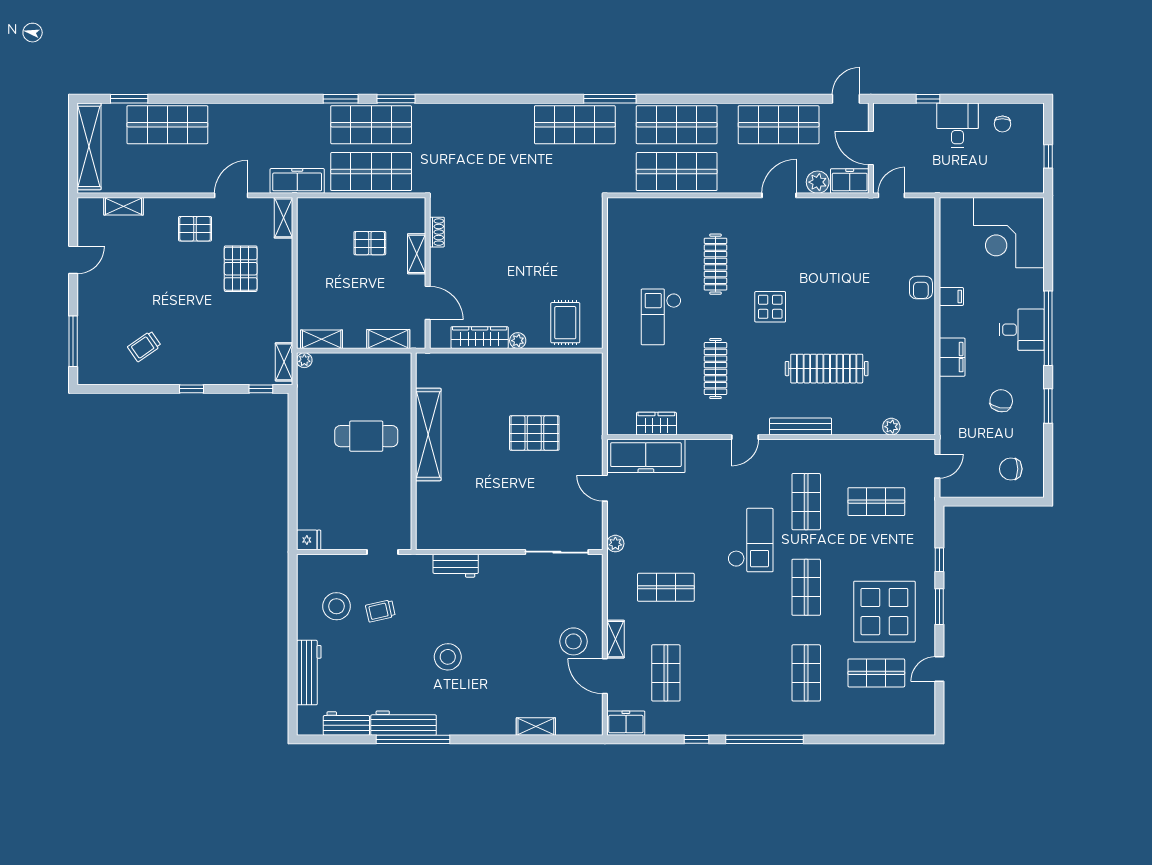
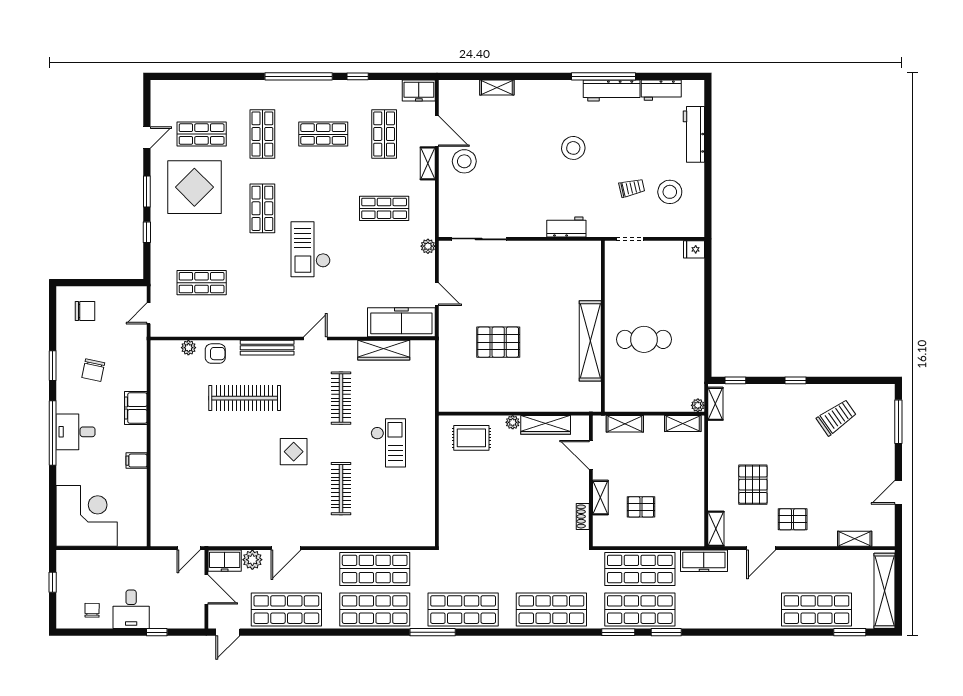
shop shelf: (473, 125) -> (551, 610), added
armchair: (921, 288) -> (215, 354), moved, turned 90
rug: (565, 323) -> (471, 438), turned 90
trolley: (144, 346) -> (837, 417), width x1.36, depth x1.39
wardrobe: (656, 424) -> (384, 350), width x1.50
shop shelf: (806, 502) -> (323, 134), moved, turned 90

